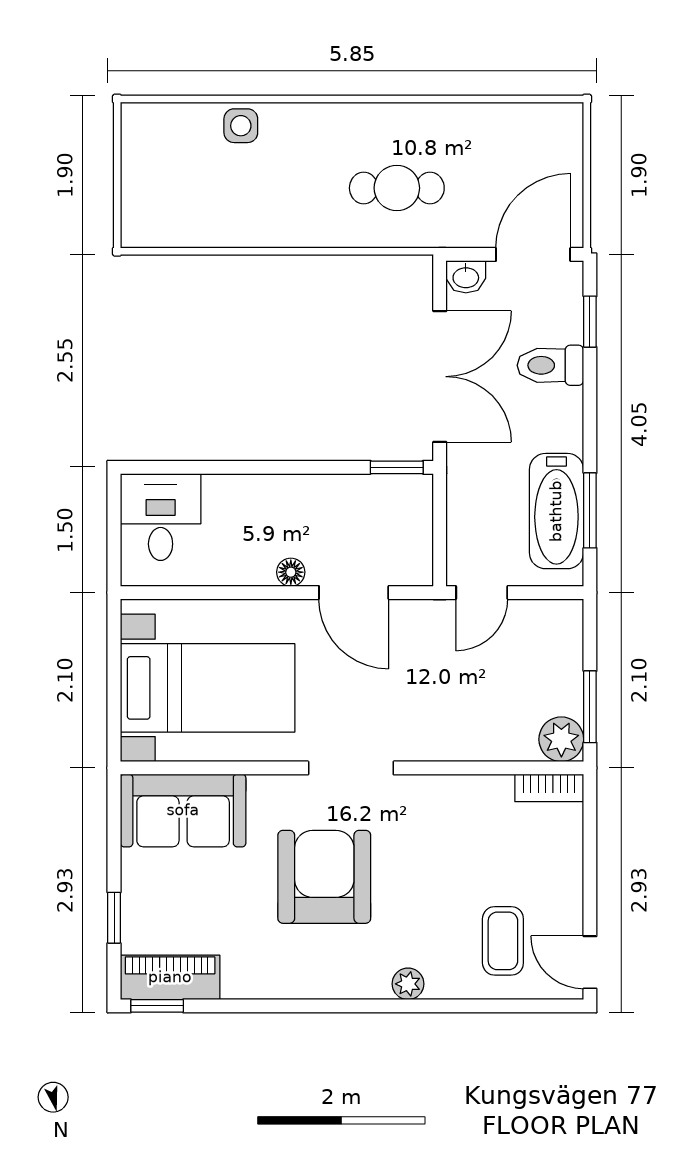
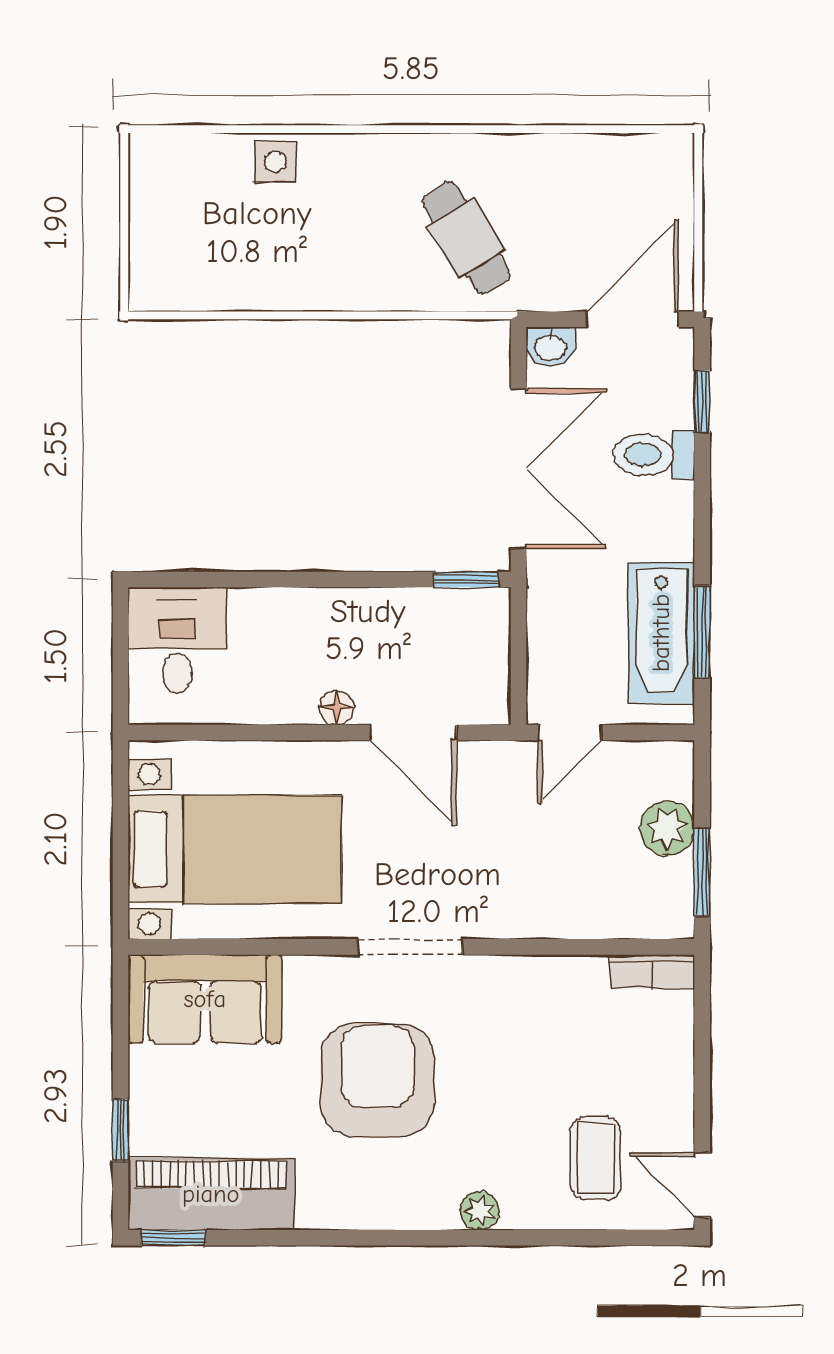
cafe table: (397, 188) -> (466, 238), turned 58
plant: (561, 739) -> (667, 828), moved
piano: (170, 977) -> (211, 1194), width x1.37, depth x1.33

